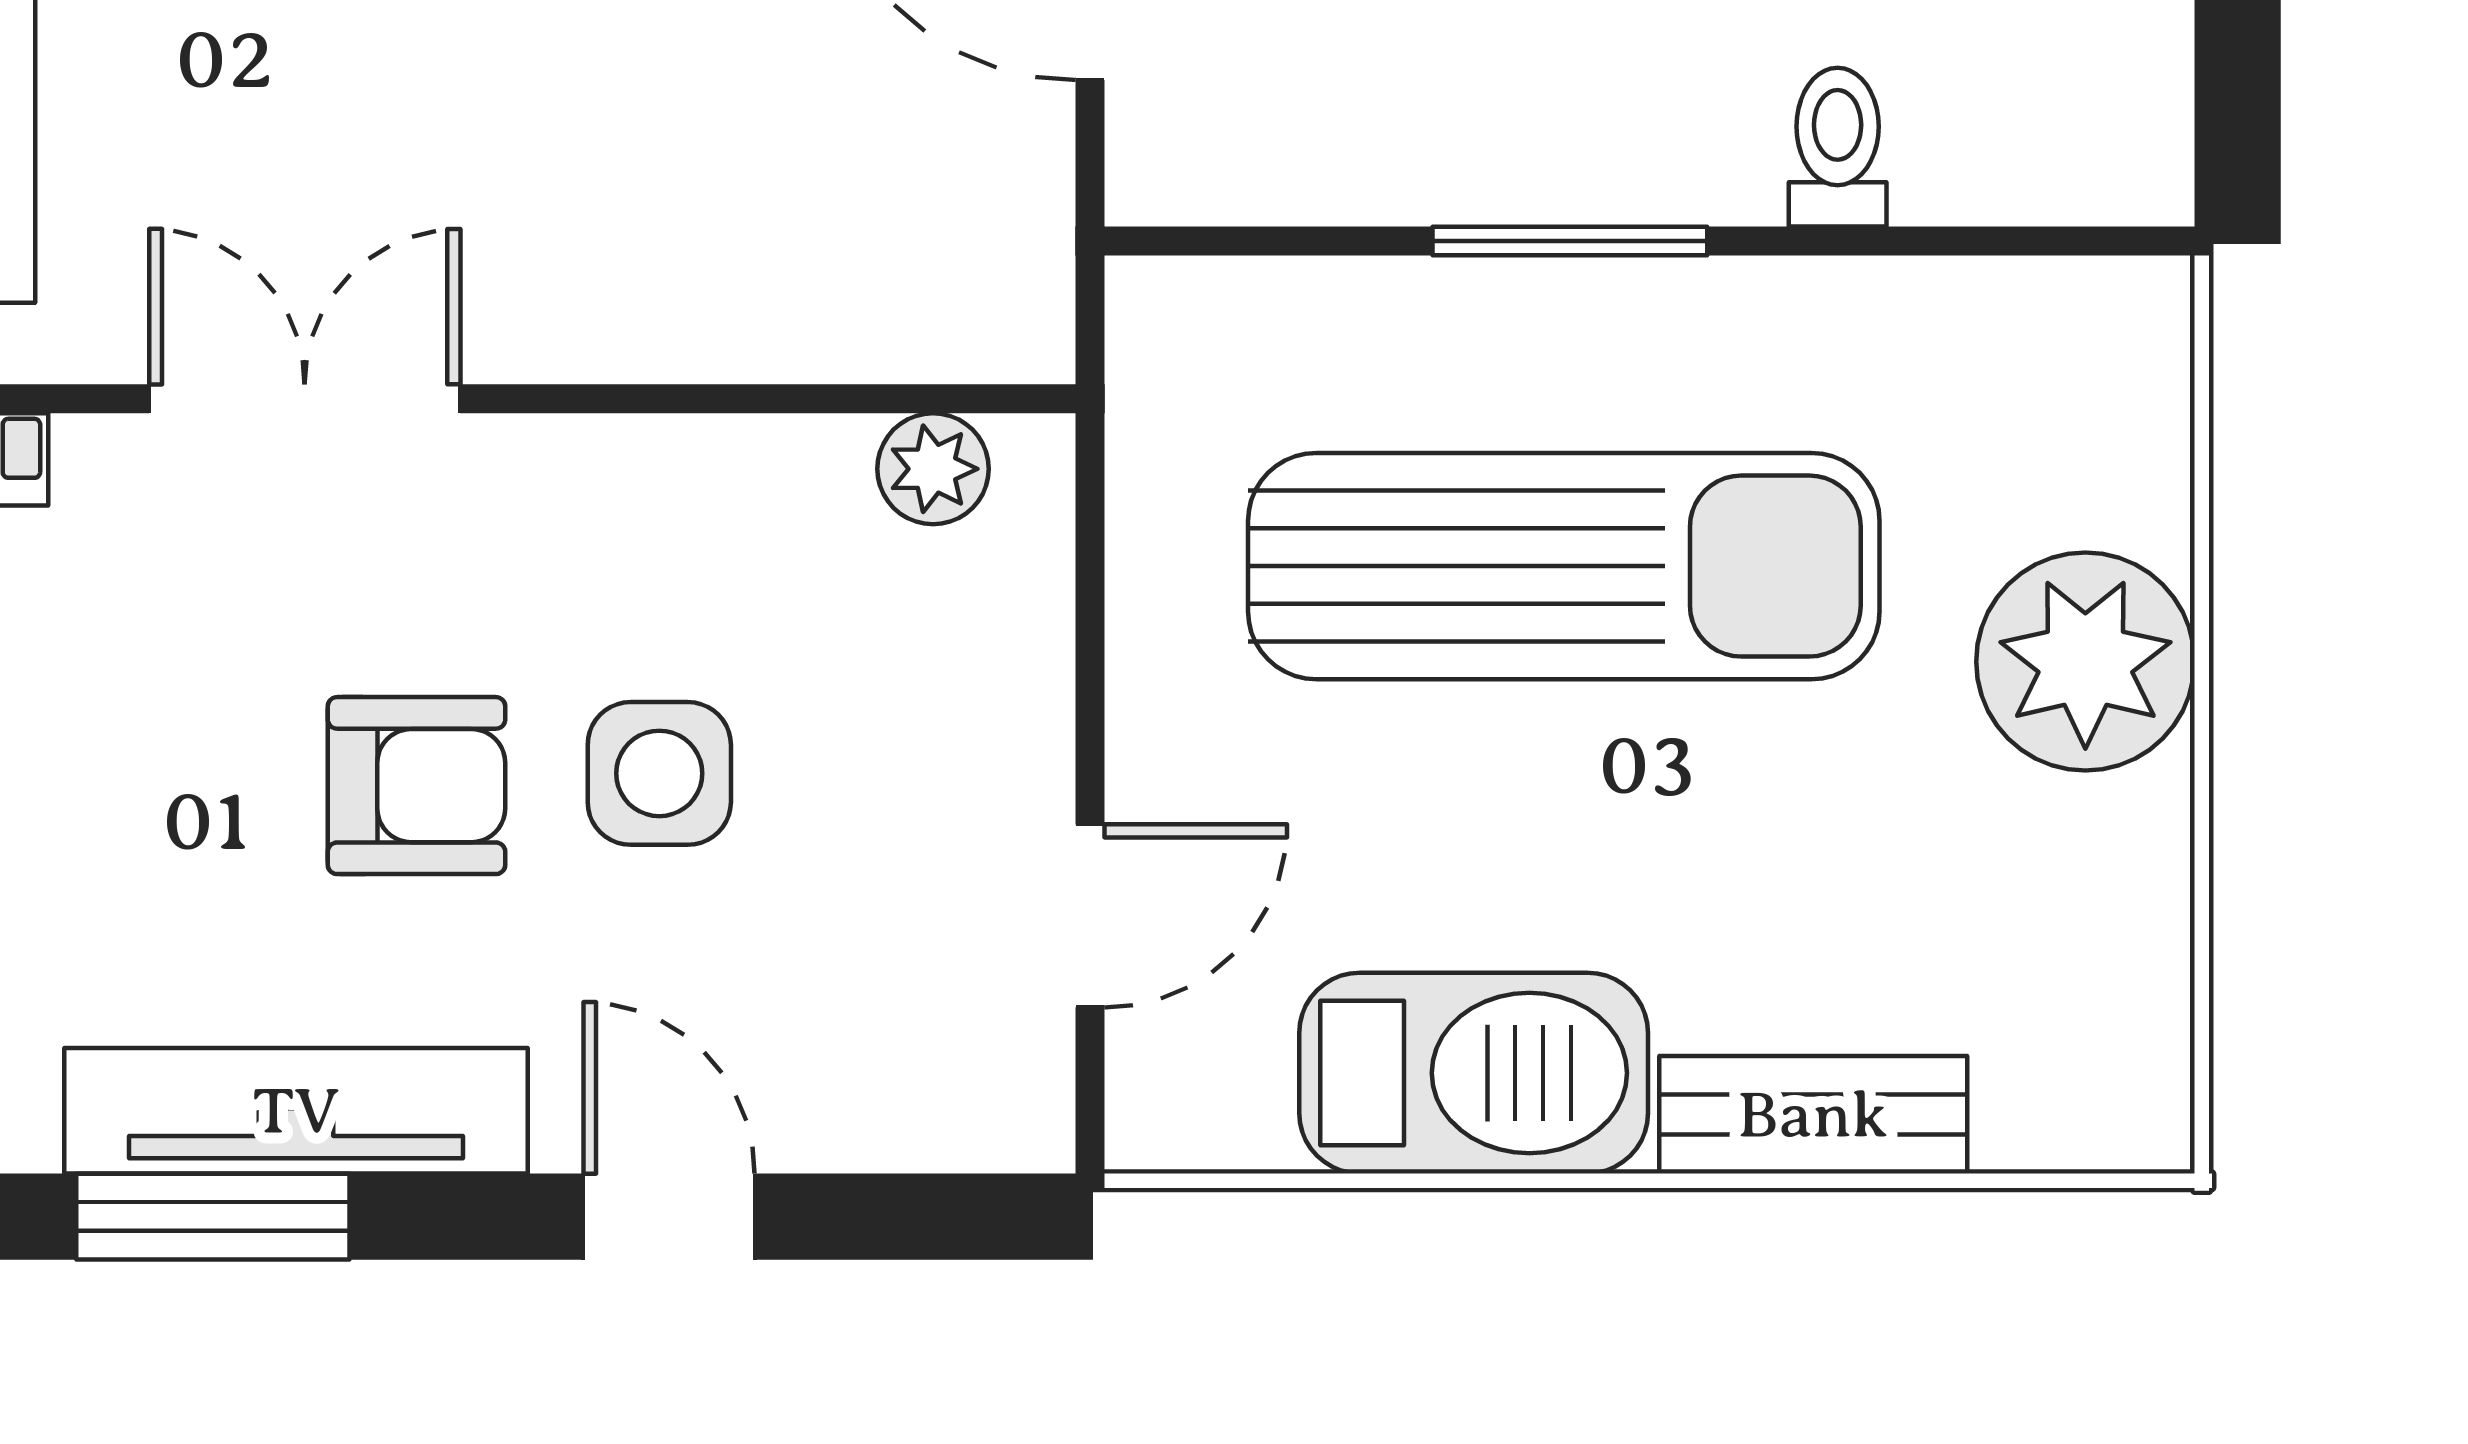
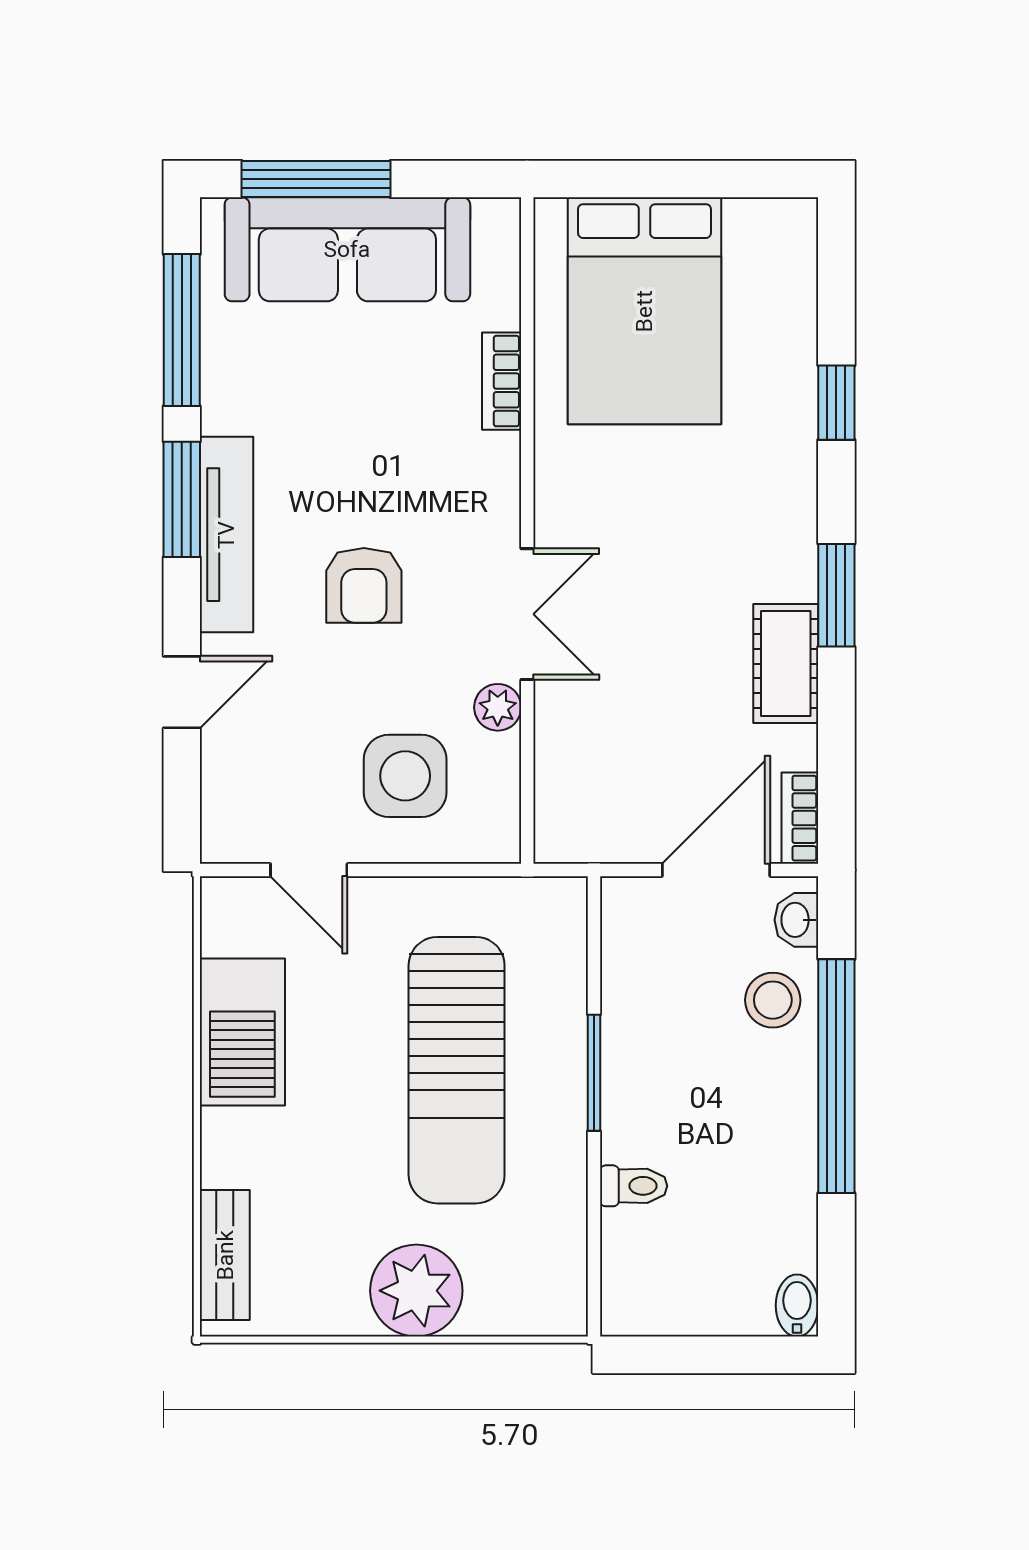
double door: (305, 399) -> (527, 614), moved
plant: (933, 469) -> (498, 707), moved
side table: (659, 773) -> (405, 776), moved, width x1.37, depth x1.37
bench: (1813, 1115) -> (225, 1255), moved

